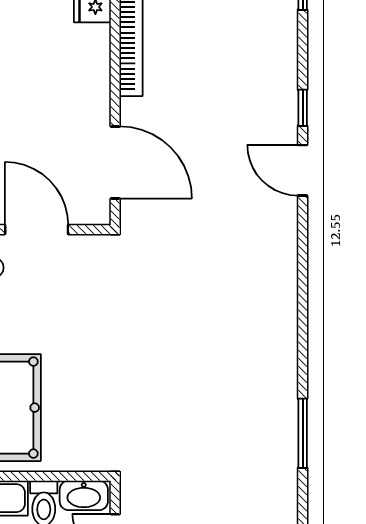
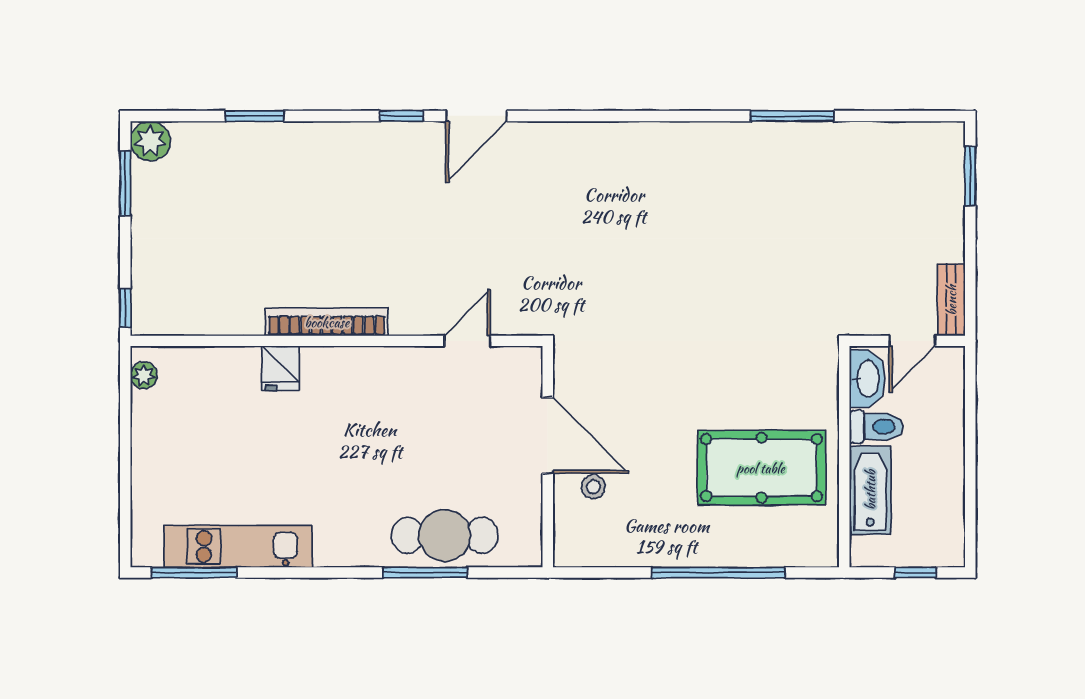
door: (115, 163) -> (467, 341), width x0.53
door: (37, 230) -> (548, 435), swing flipped

